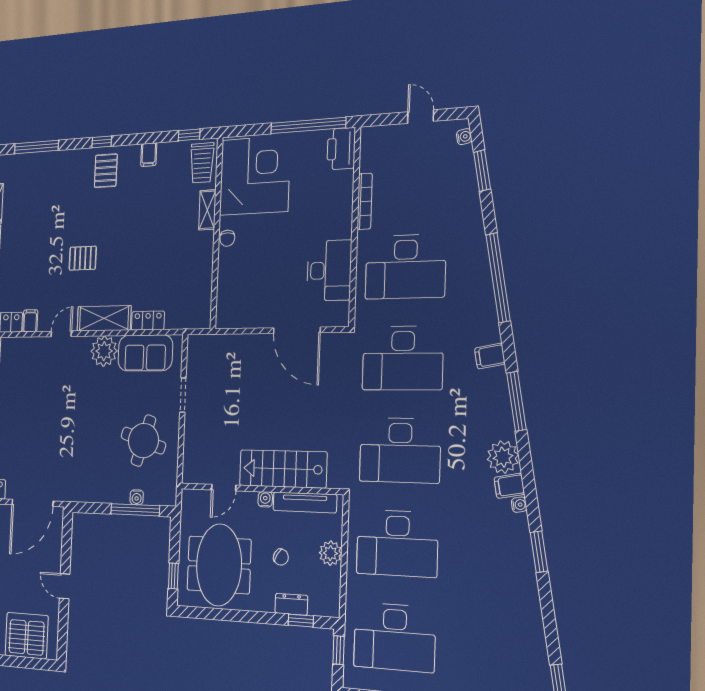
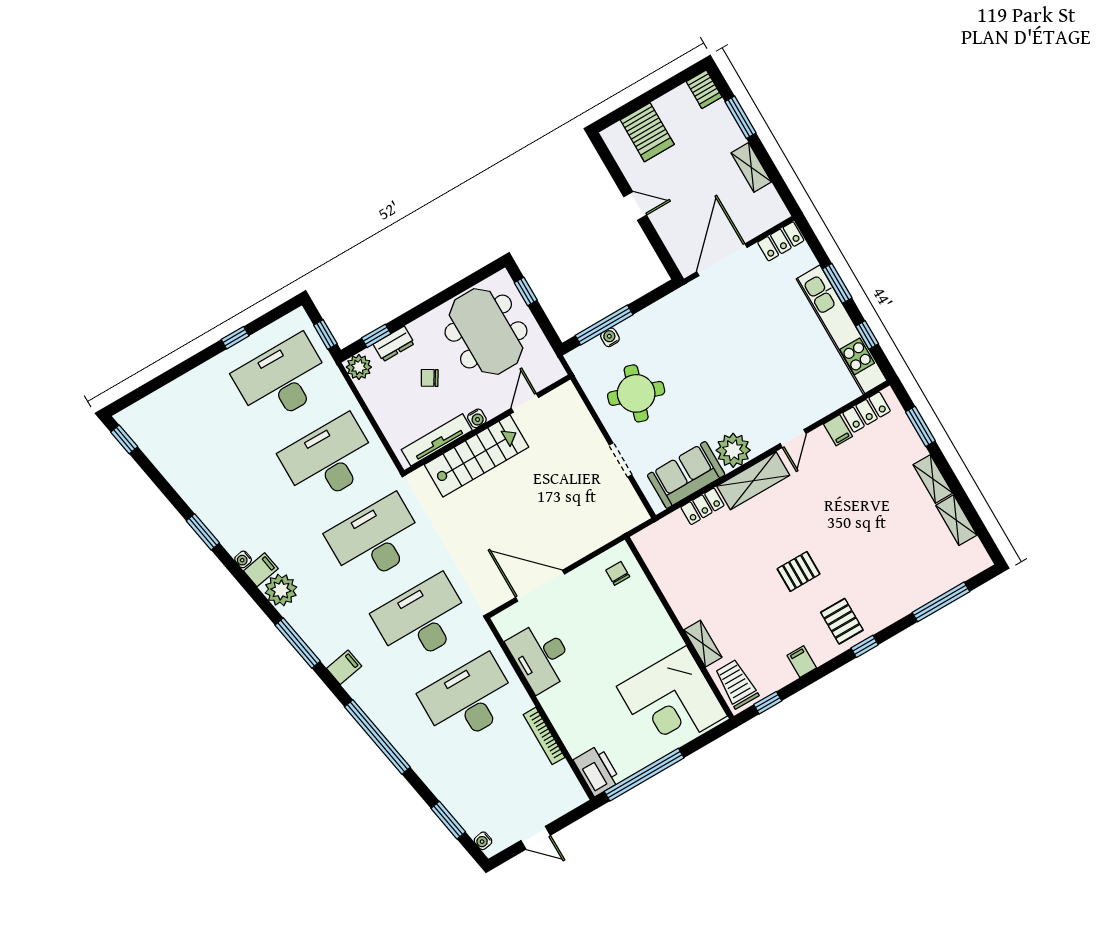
chair: (227, 238) -> (618, 573), moved
pallet: (83, 258) -> (799, 571), moved
plant: (330, 553) -> (359, 367), moved
server rack: (27, 636) -> (647, 132), width x0.62

